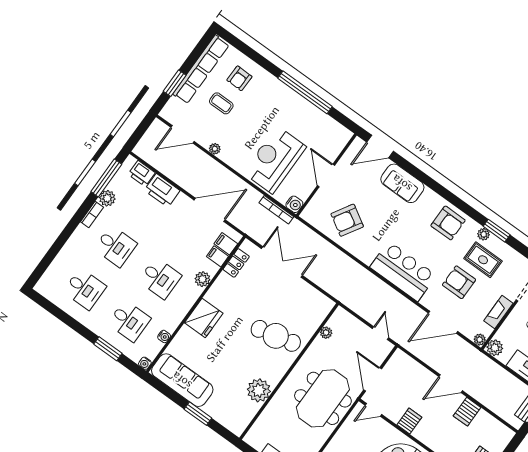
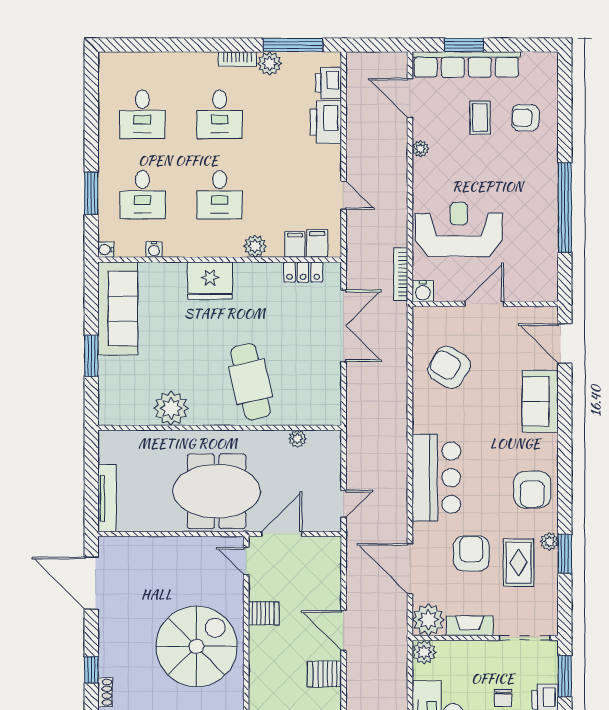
row of seats: (201, 69) -> (466, 64), moved
door: (210, 210) -> (344, 195), width x0.53
plant: (480, 340) -> (428, 620), width x1.88, depth x1.88

